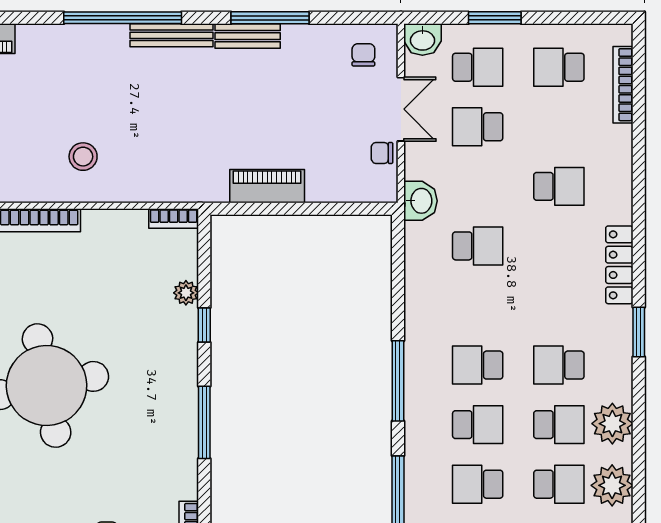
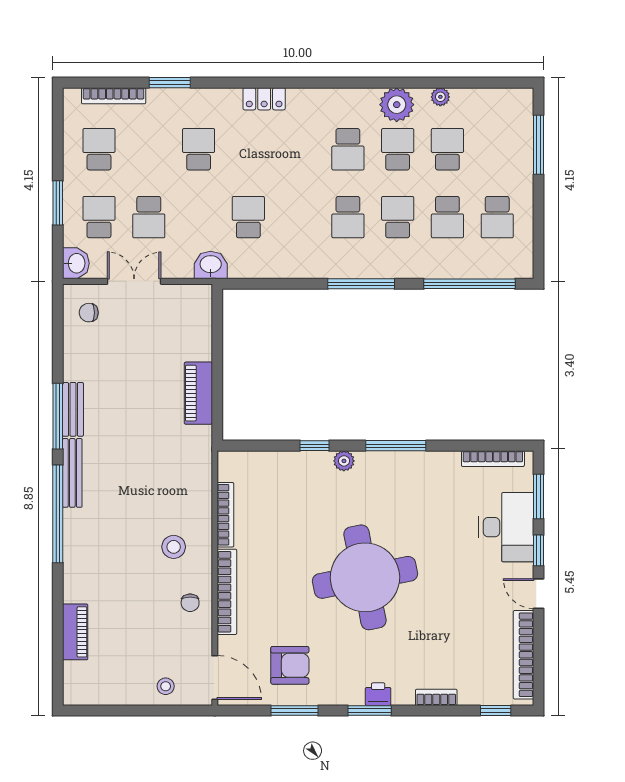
window: (270, 18) -> (58, 416), moved
school desk: (559, 67) -> (99, 149), turned 180
chair: (382, 153) -> (190, 603), moved
bookcase: (174, 219) -> (225, 515), moved, width x1.56
locker: (619, 265) -> (264, 99), width x0.66
plant: (186, 293) -> (344, 461), moved
window: (639, 332) -> (170, 83), moved
plant: (612, 485) -> (440, 97), width x0.53, depth x0.53

